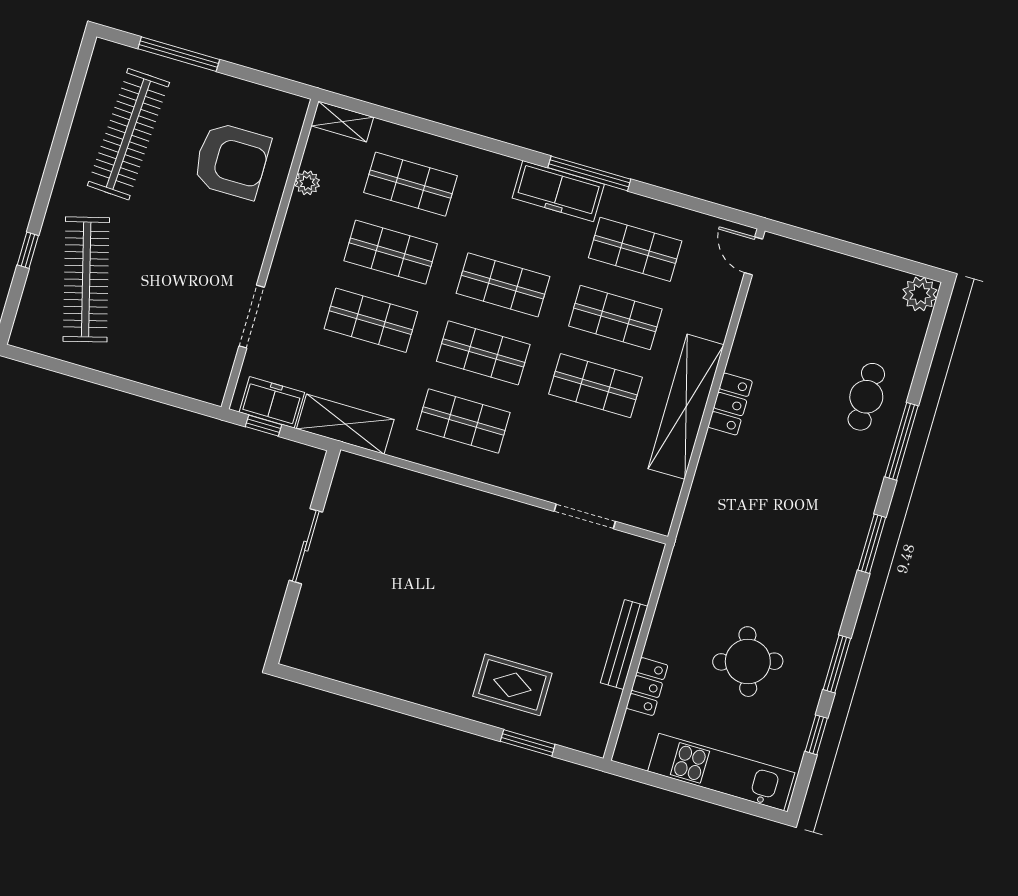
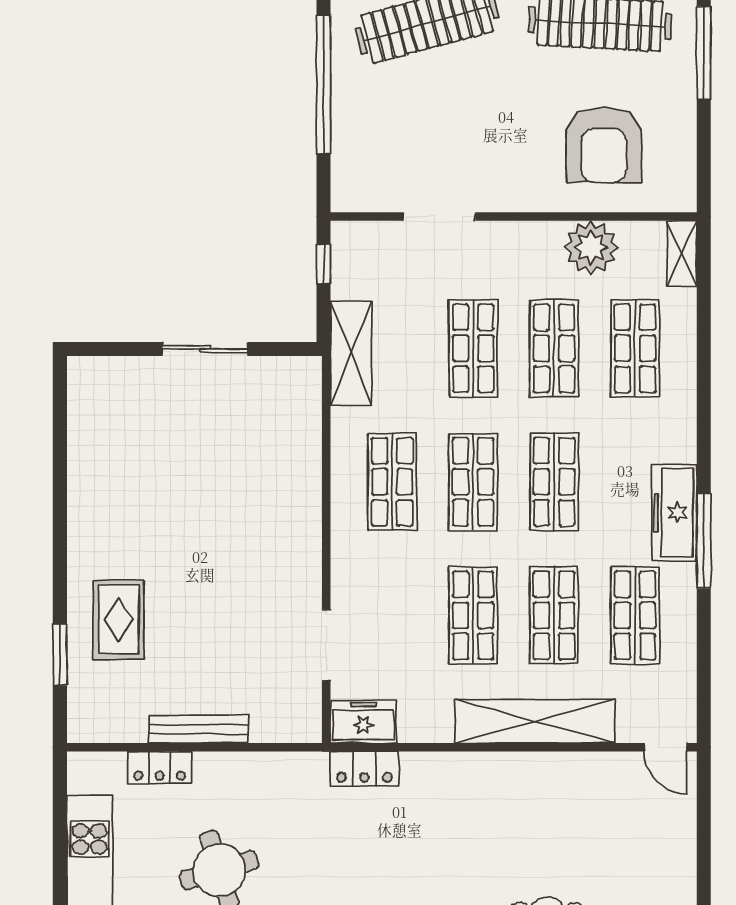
plant: (307, 183) -> (591, 247), width x1.88, depth x1.88
door: (754, 256) -> (666, 747), swing flipped
window: (112, 382) -> (324, 84), added
freezer: (272, 402) -> (363, 722), moved, turned -90
locker: (730, 404) -> (364, 769), moved
shelving: (686, 407) -> (535, 721), moved

